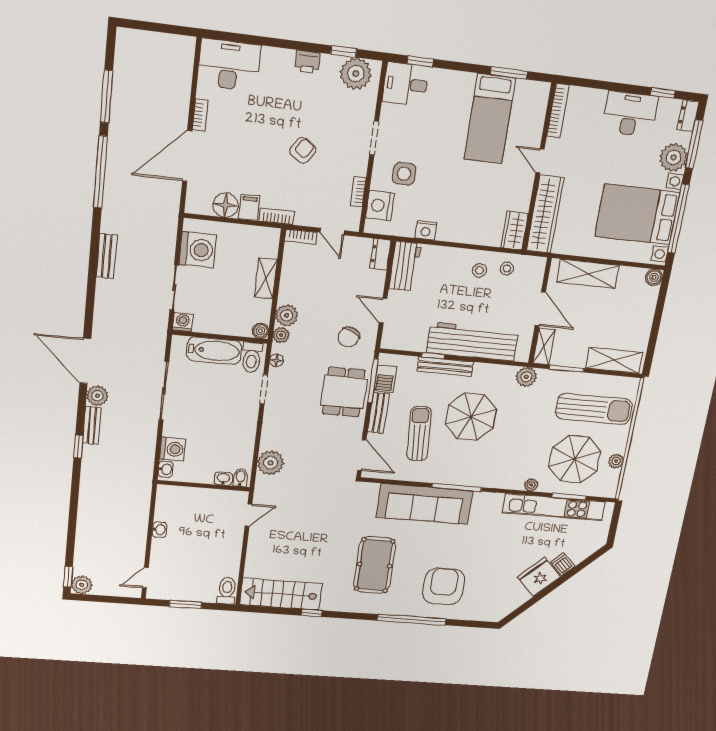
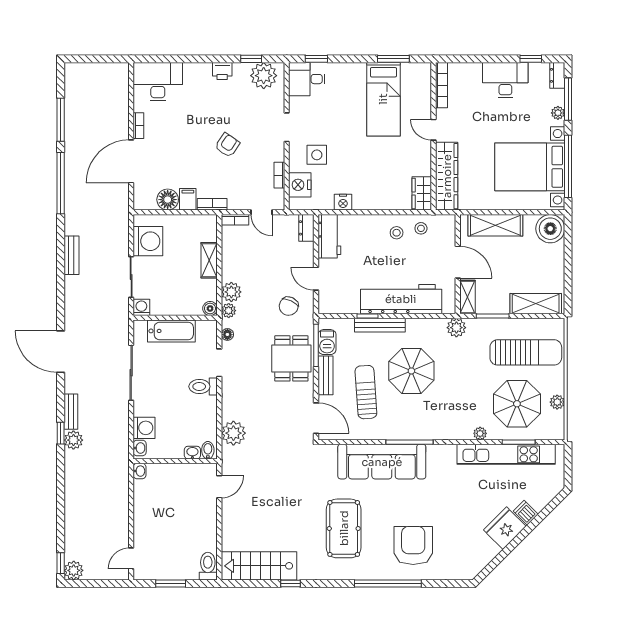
plant: (674, 157) -> (558, 113), width x0.53, depth x0.53
boiler: (654, 277) -> (550, 229), width x1.86, depth x1.86
toilet: (252, 357) -> (203, 386), moved, turned 90
plant: (97, 396) -> (73, 440), moved
washbasin: (159, 530) -> (140, 471), moved

